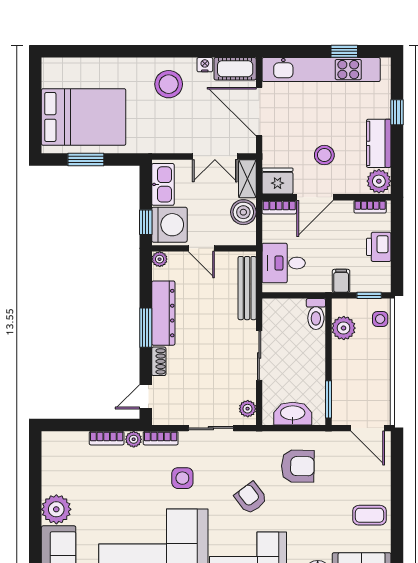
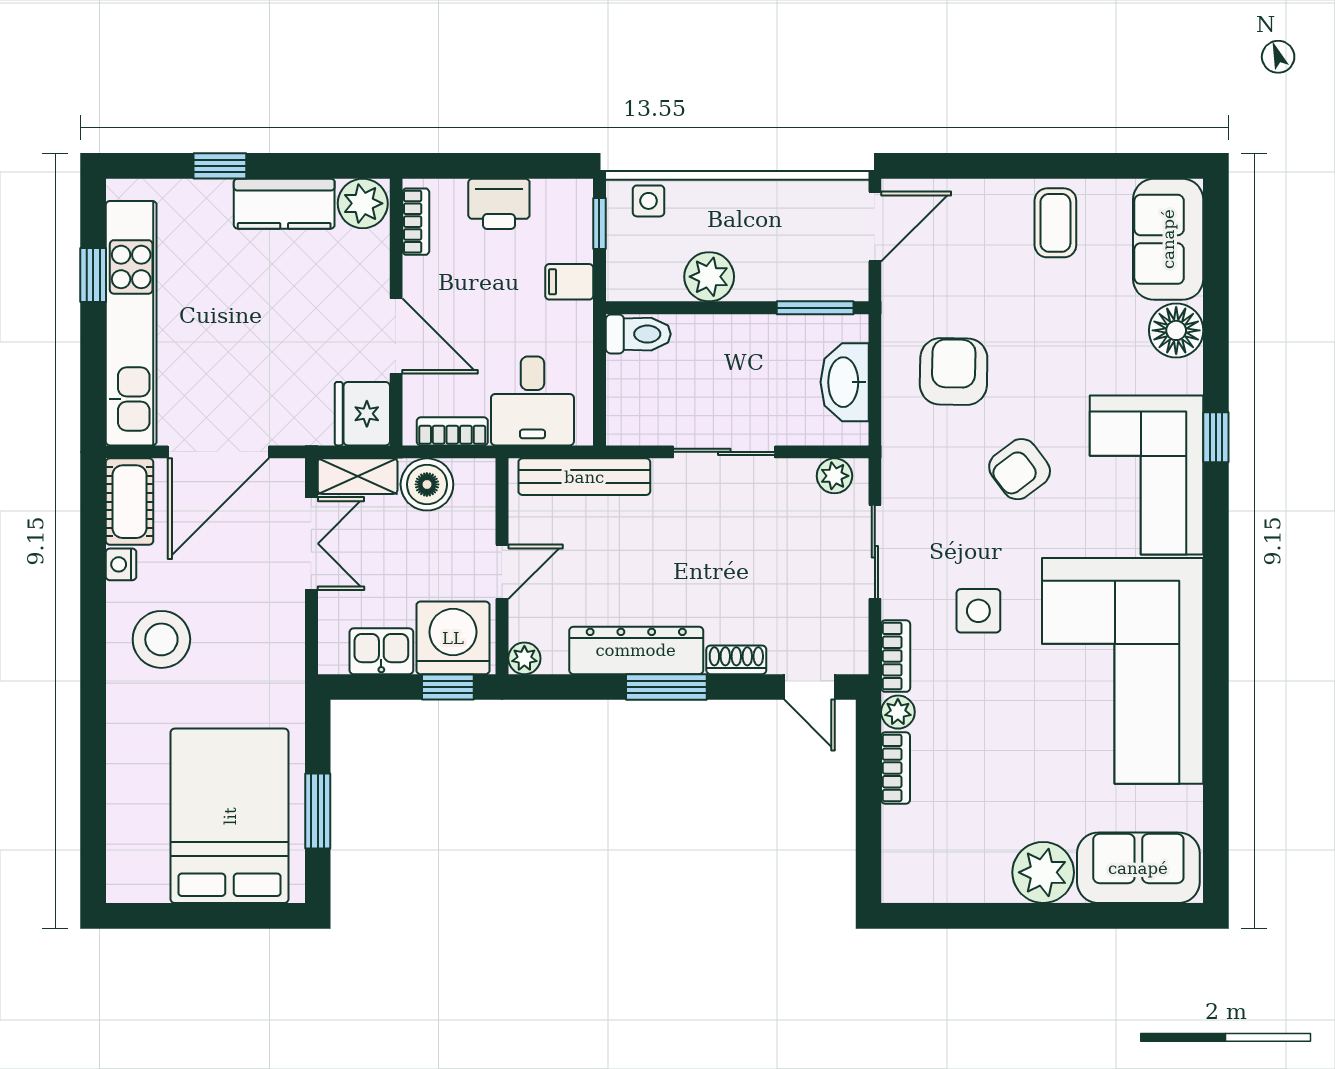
stool: (324, 155) -> (308, 317), removed
kitchen sink: (163, 184) -> (381, 651), width x0.73
bookcase: (279, 207) -> (452, 431), moved, turned -90
plant: (344, 328) -> (709, 277), moved

